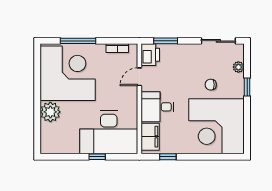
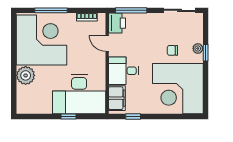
window: (166, 41) -> (131, 10), width x1.44
plant: (238, 67) -> (198, 48), moved
door: (139, 77) -> (107, 43), hinge flipped

